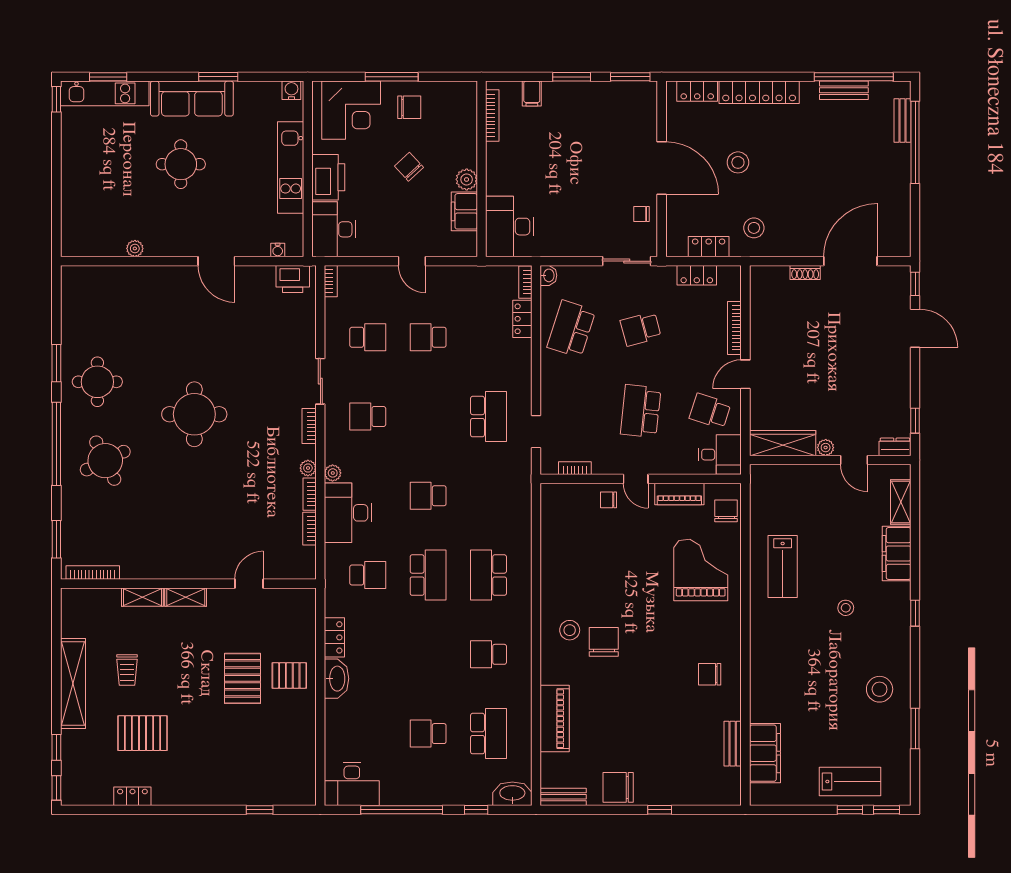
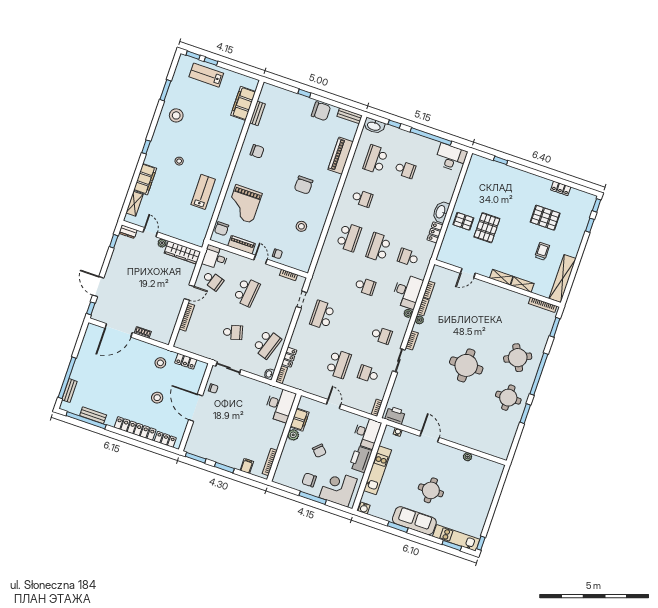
locker: (697, 275) -> (196, 349), removed
school desk: (428, 337) -> (339, 364), width x1.85
stool: (570, 630) -> (301, 226), moved
shelving: (73, 683) -> (562, 279), moved

